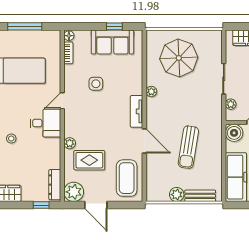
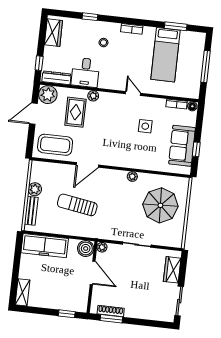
plant: (231, 104) -> (102, 247), moved
tv unit: (137, 111) -> (116, 161), removed
desk: (45, 123) -> (85, 72), moved

